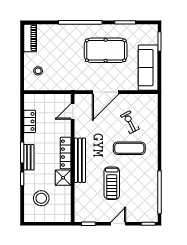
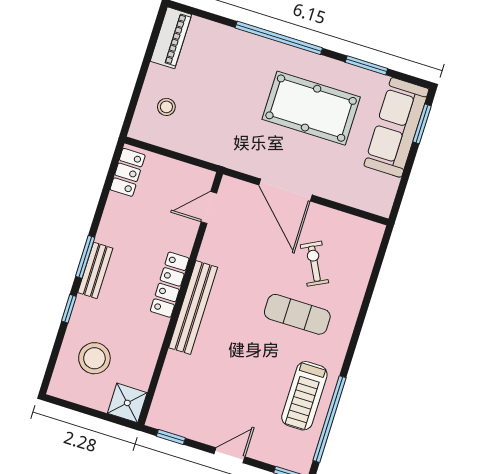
sofa: (148, 68) -> (396, 127), moved
door: (106, 92) -> (285, 190), hinge flipped
locker: (30, 121) -> (128, 172), moved
shower: (63, 178) -> (127, 403), moved
treadmill: (112, 183) -> (304, 396), moved

